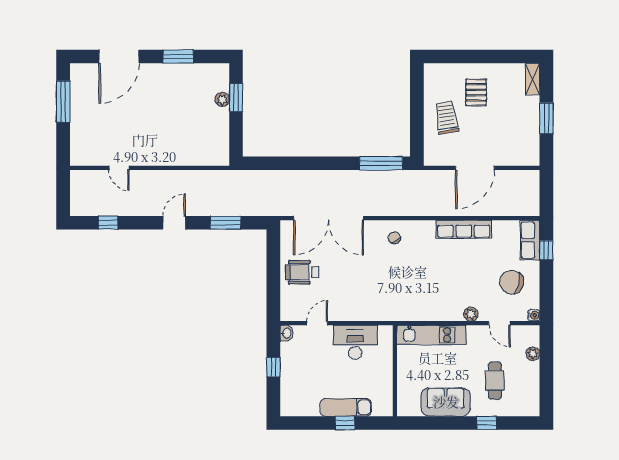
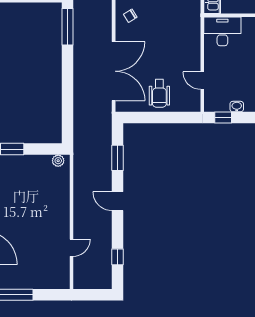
plant: (222, 99) -> (58, 161), moved
washbasin: (286, 333) -> (237, 107), moved
desk: (355, 342) -> (222, 31), moved, turned 90
window: (273, 367) -> (223, 118), moved

